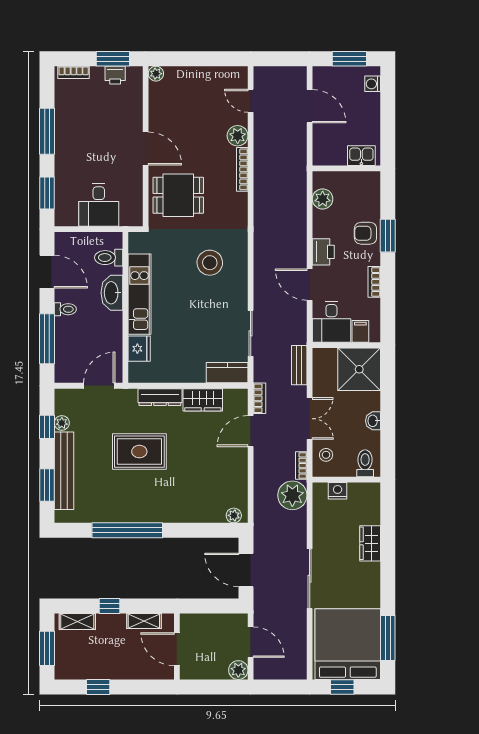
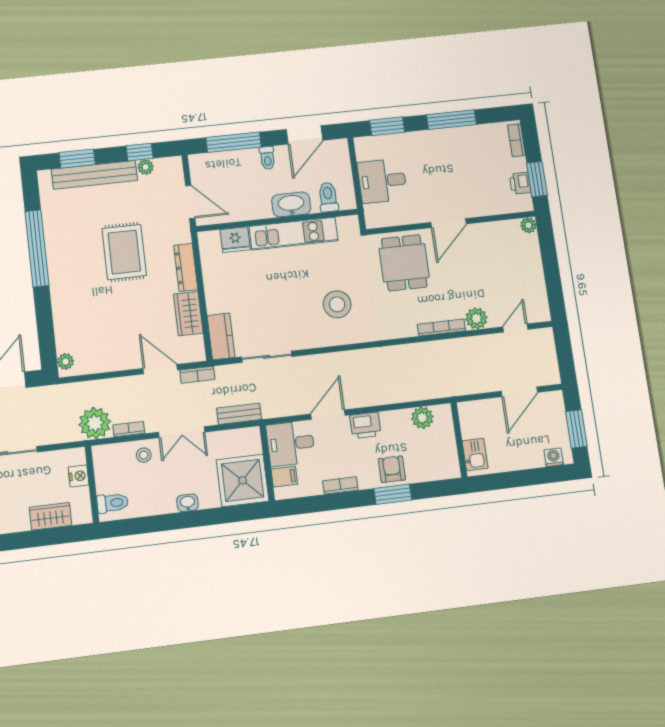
toilet: (365, 463) -> (113, 503), moved
wall: (346, 480) -> (92, 484), moved
nightstand: (338, 491) -> (79, 476), moved

